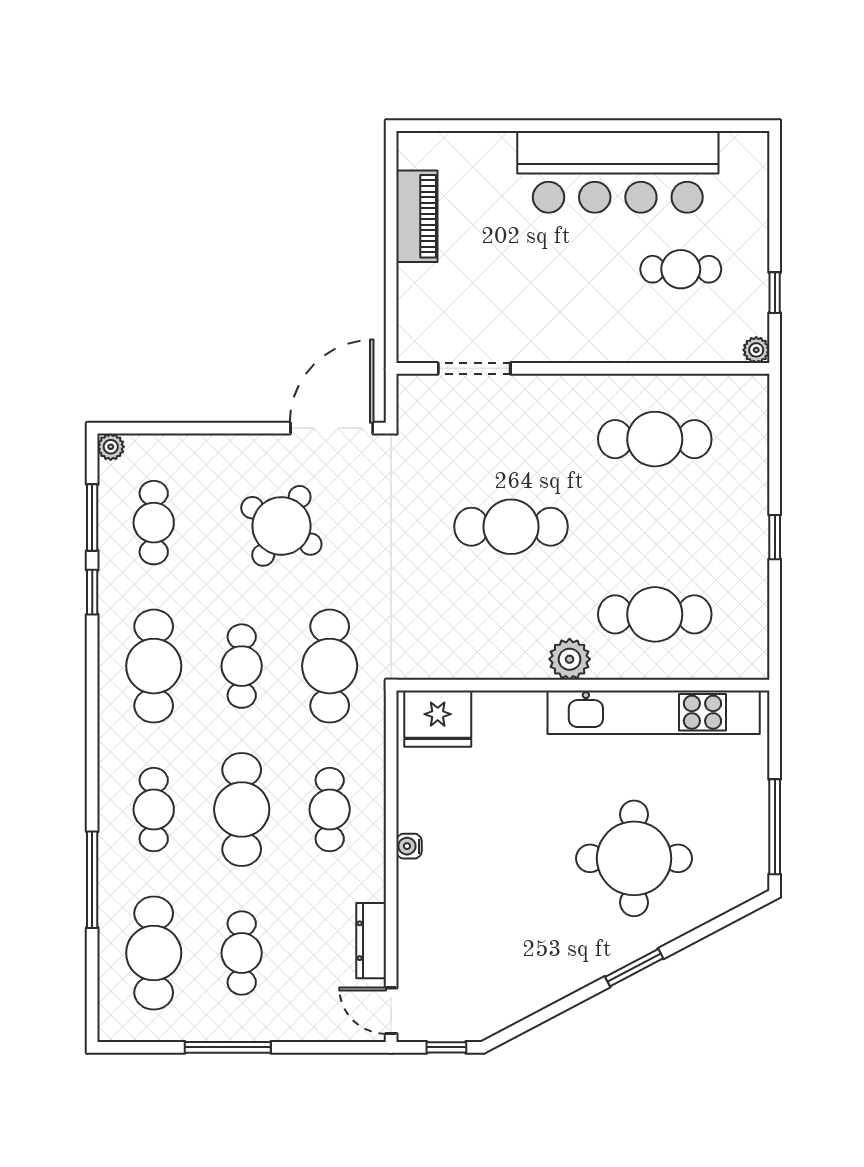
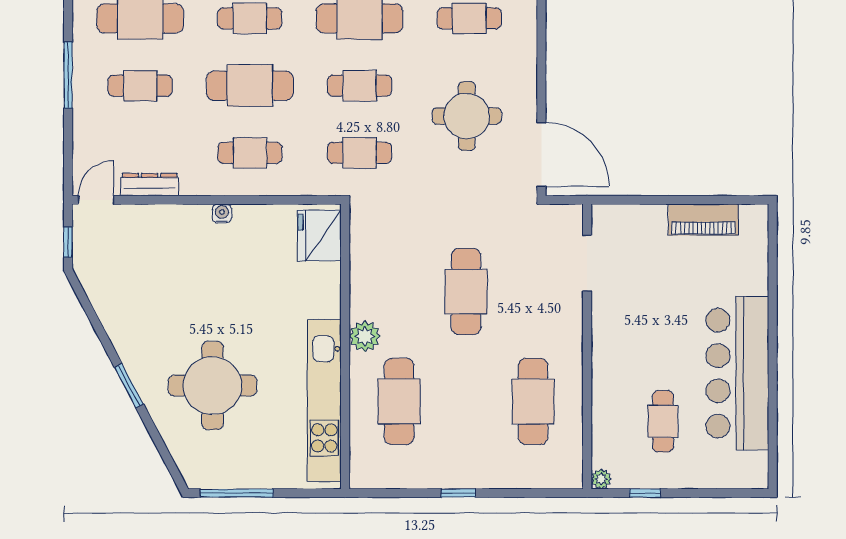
round table: (281, 526) -> (467, 116), turned -32
cafe table: (330, 666) -> (360, 153), width x0.73, depth x0.74

